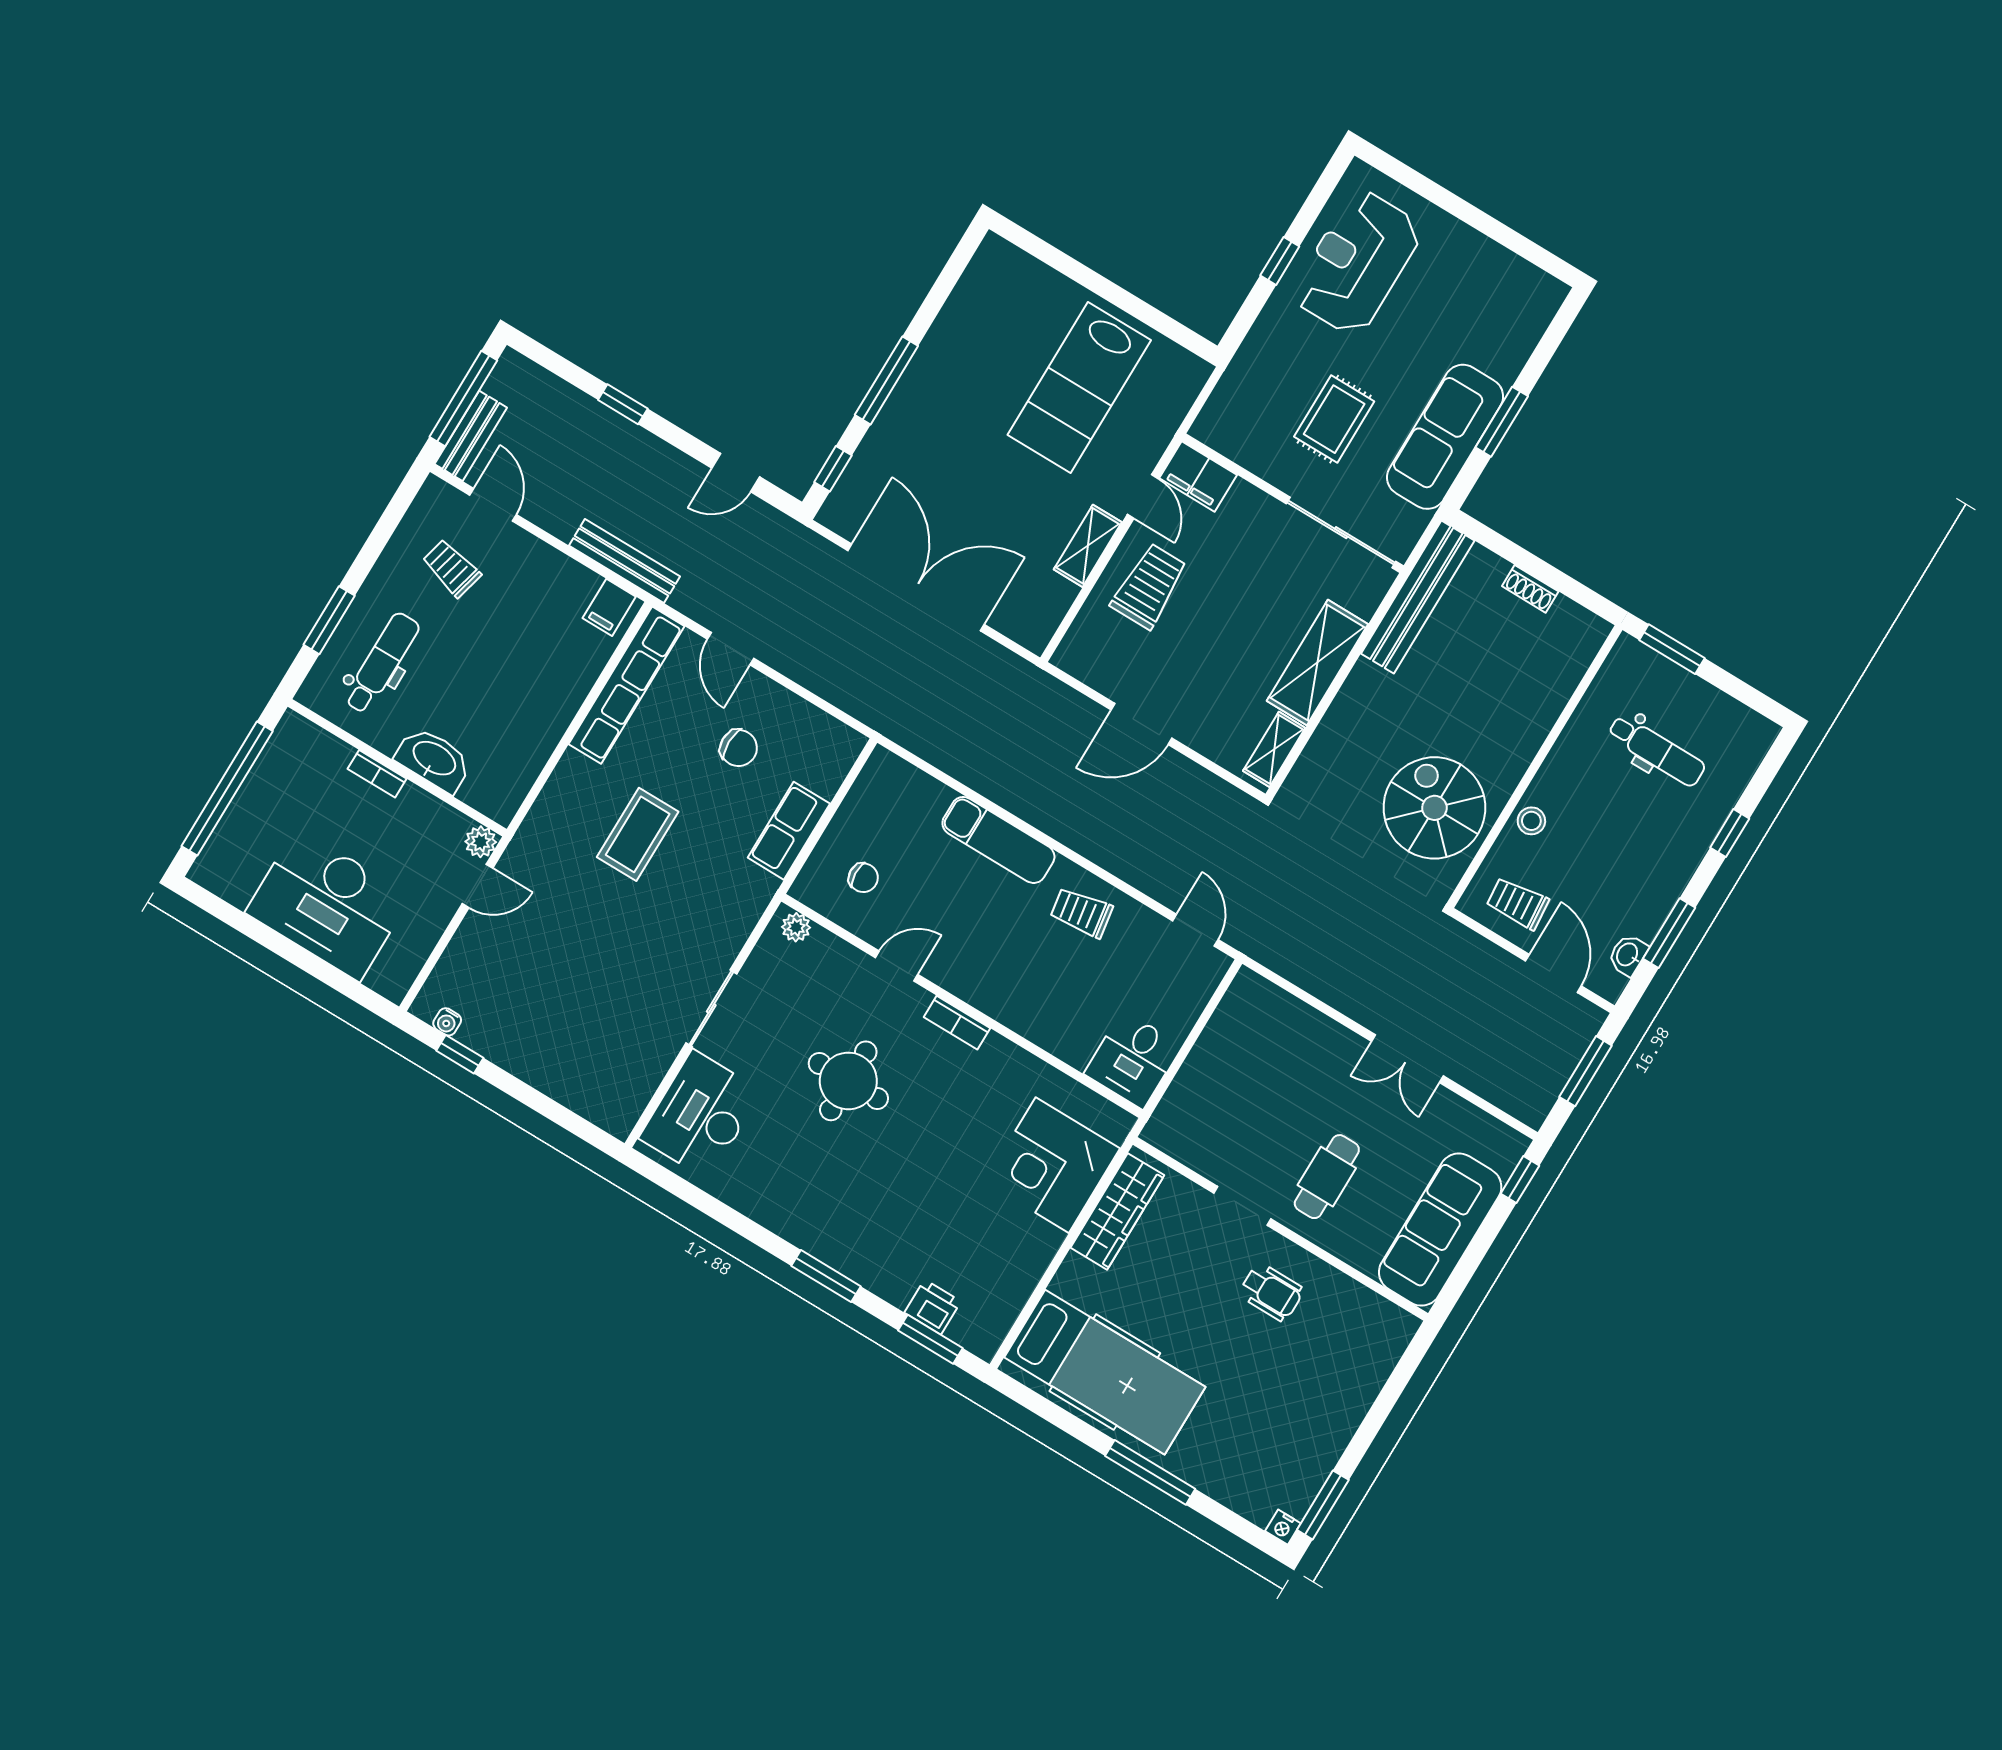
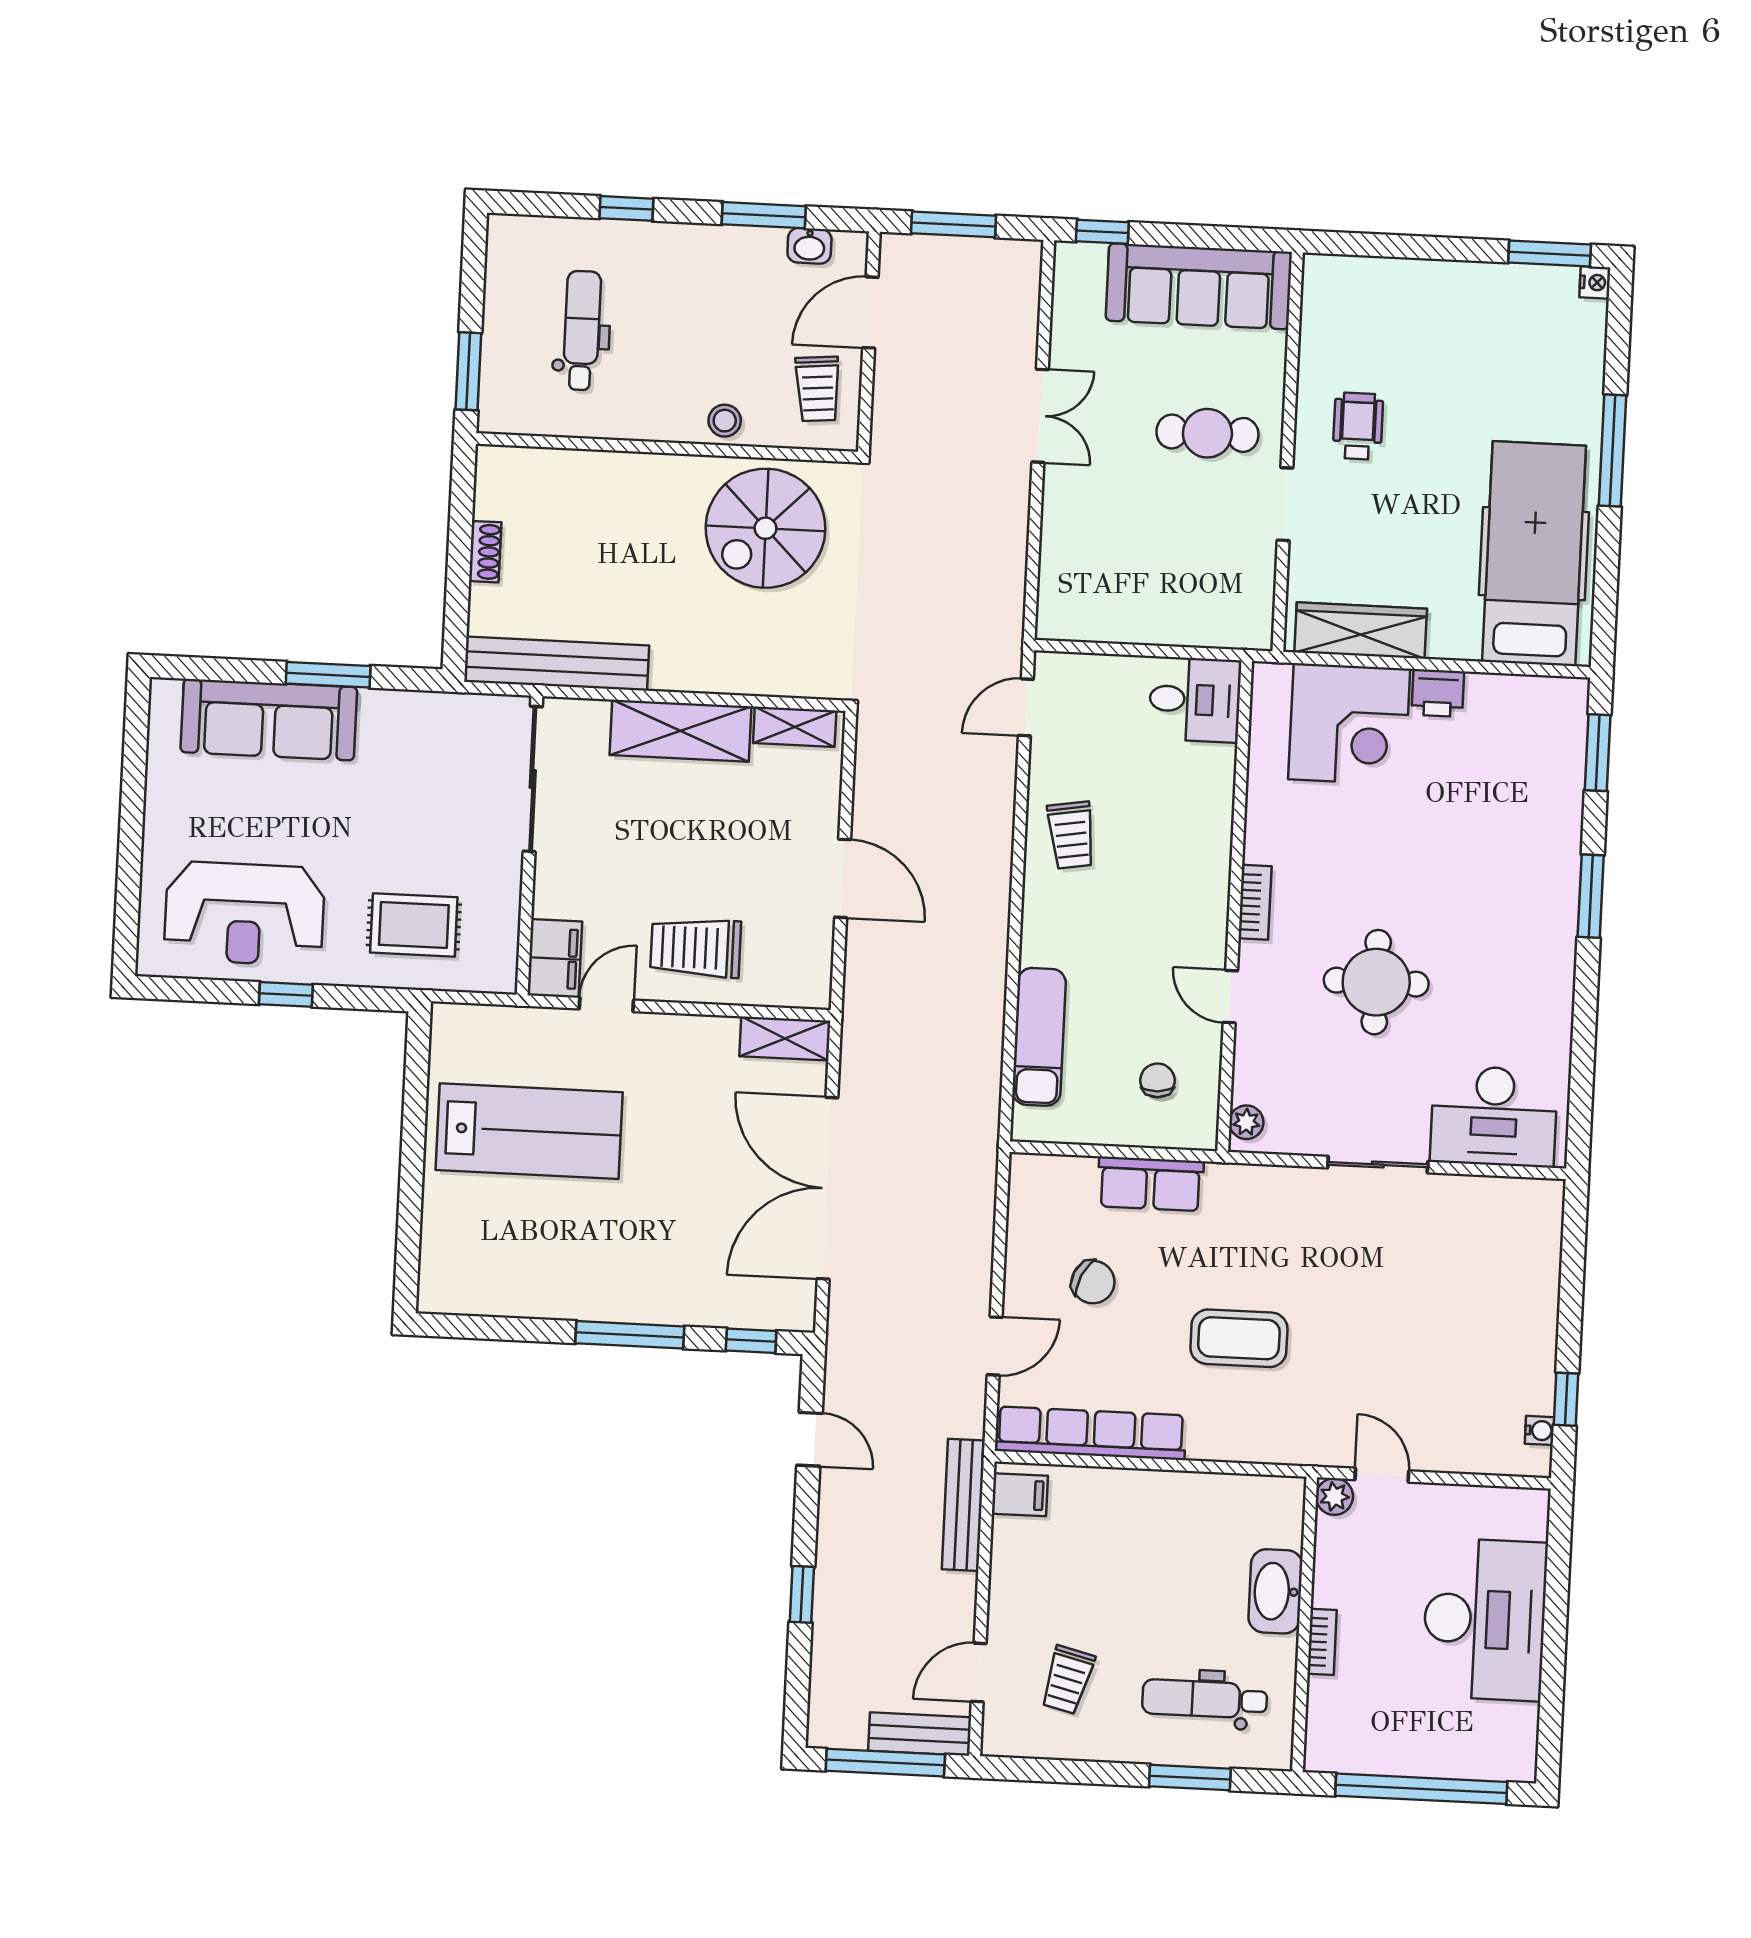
rug: (1334, 419) -> (414, 925), moved
sofa: (1445, 437) -> (269, 720), moved
shelving: (1088, 546) -> (785, 1039), moved
chair: (739, 748) -> (1093, 1282), turned 116
exam couch: (998, 840) -> (1039, 1037), moved
printer: (933, 1307) -> (1438, 693), moved, turned -90

